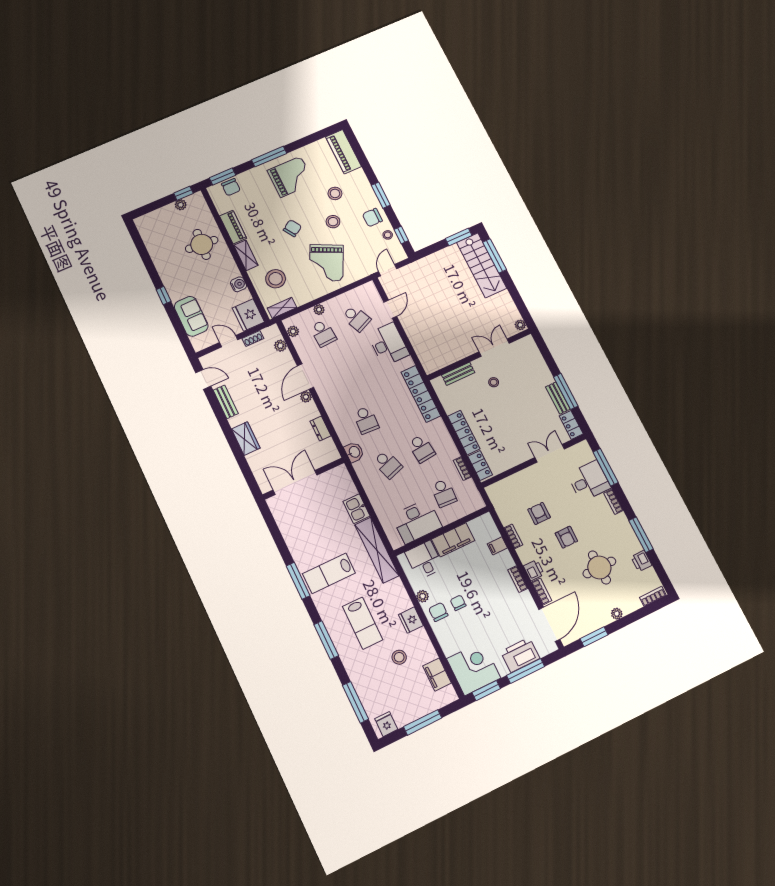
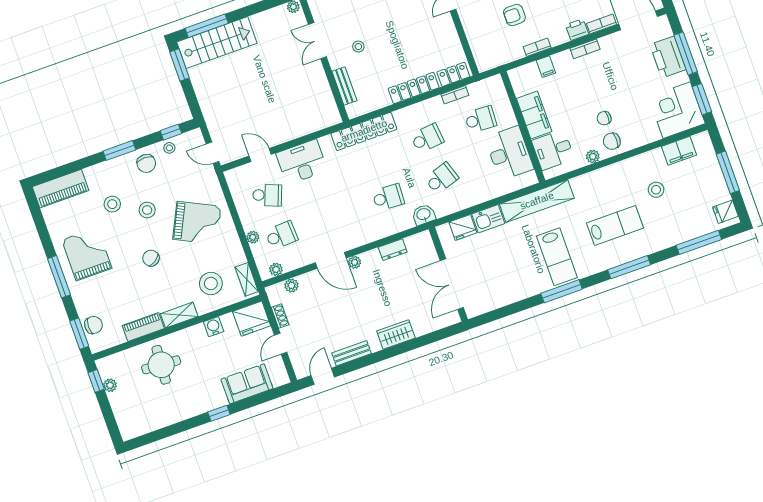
school desk: (356, 318) -> (267, 195), turned 45
fridge: (411, 620) -> (463, 227), moved

